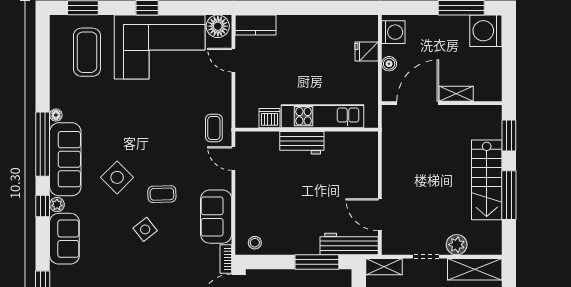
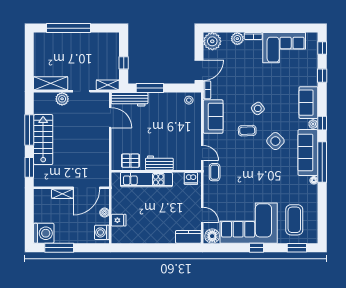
dishwasher: (269, 118) -> (191, 178), moved
pallet: (348, 146) -> (130, 161), added

